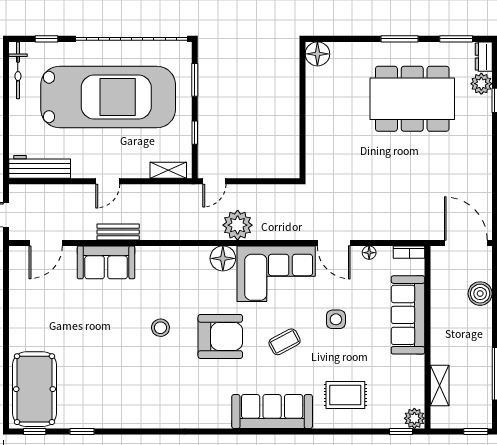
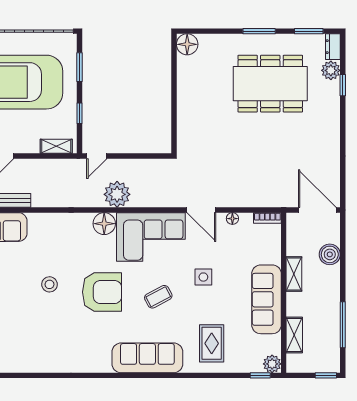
sofa: (408, 315) -> (267, 299), moved
shelving: (439, 316) -> (294, 274), added
rug: (345, 395) -> (212, 343), turned 90

